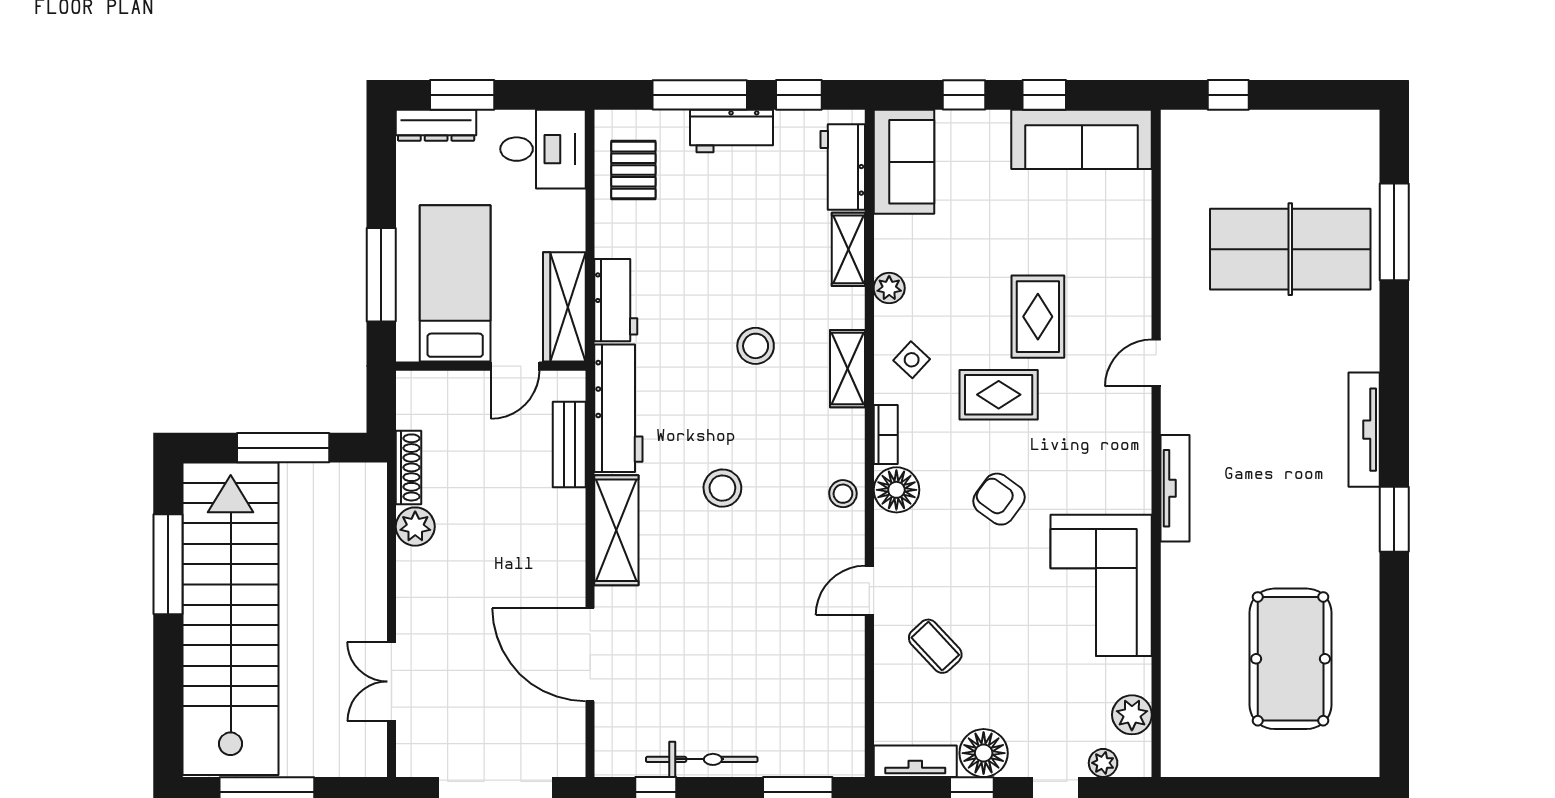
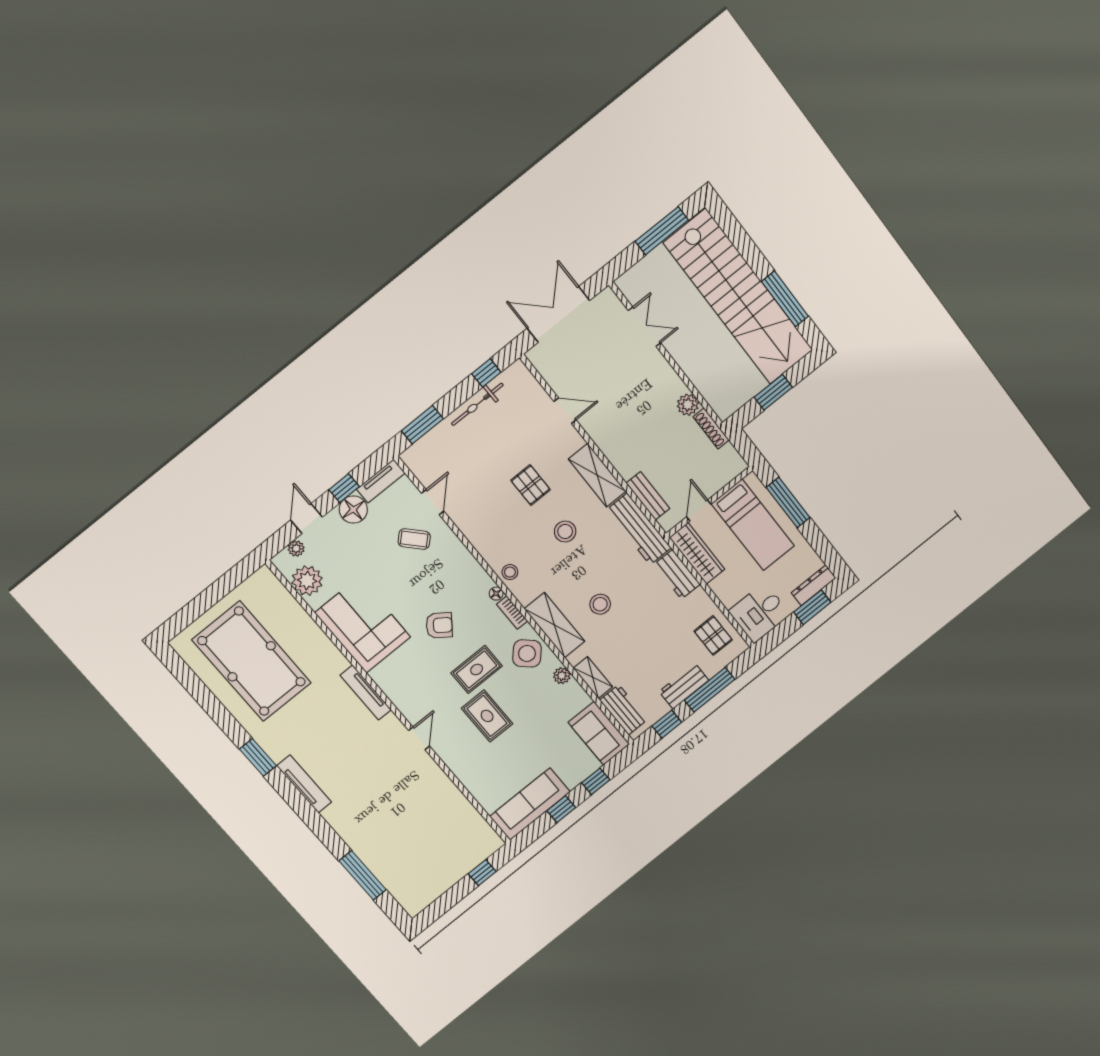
table tennis table: (1290, 249) -> (401, 832), removed
side table: (912, 360) -> (527, 653), width x1.87, depth x1.87
shelving: (848, 369) -> (555, 625), width x1.50, depth x1.33
window: (283, 448) -> (773, 392), width x0.69
floor lamp: (896, 490) -> (496, 594), width x0.53, depth x0.53
pallet: (718, 591) -> (531, 485), added
door: (869, 591) -> (433, 502), moved
door: (590, 655) -> (565, 411), width x0.53
pool table: (1291, 659) -> (252, 661), width x1.36, depth x1.32
plant: (1132, 715) -> (307, 581), width x1.36, depth x1.36

